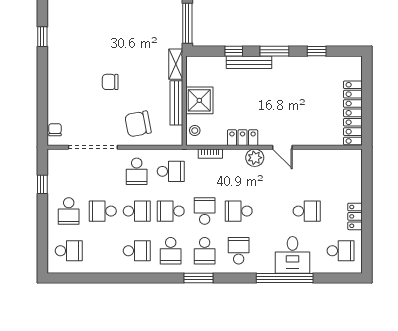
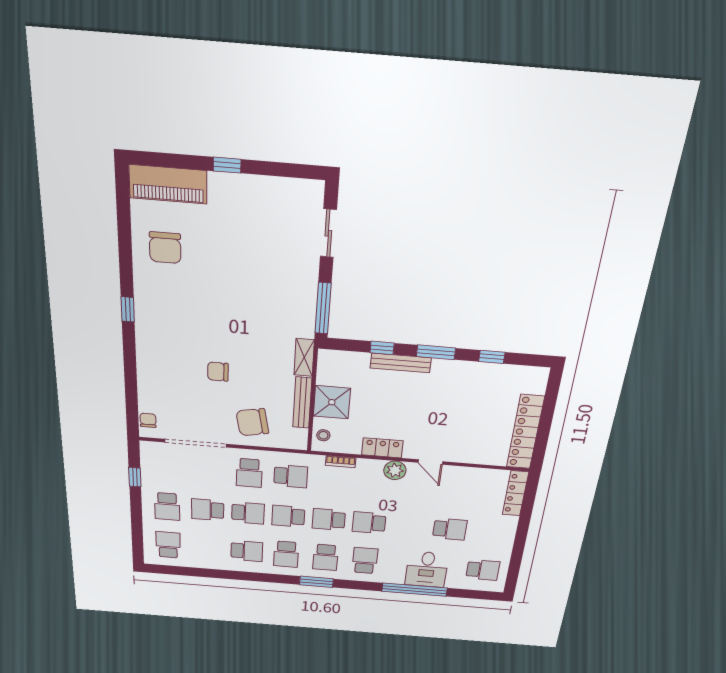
school desk: (205, 211) -> (329, 519), turned -90
locker: (355, 216) -> (515, 493), moved, width x1.53
school desk: (69, 251) -> (168, 545), turned -90

